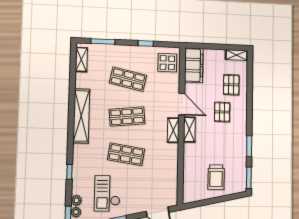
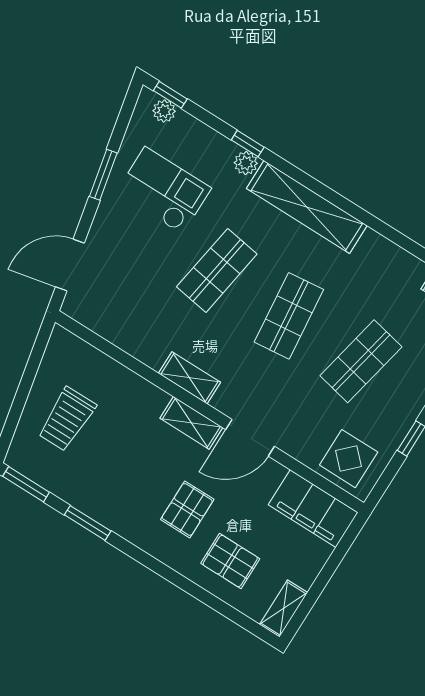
pallet: (222, 112) -> (187, 509), turned 90
shelving: (81, 116) -> (307, 207), moved
shelving: (173, 130) -> (189, 378), moved
trolley: (216, 177) -> (67, 419), turned -90
plant: (77, 200) -> (246, 163), moved

